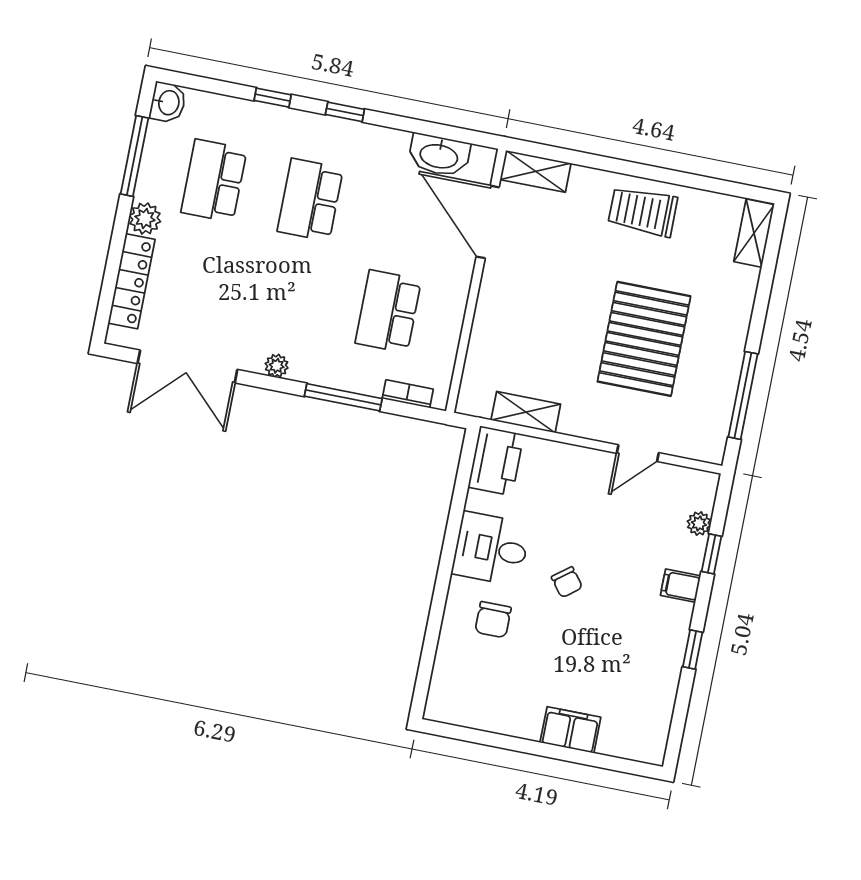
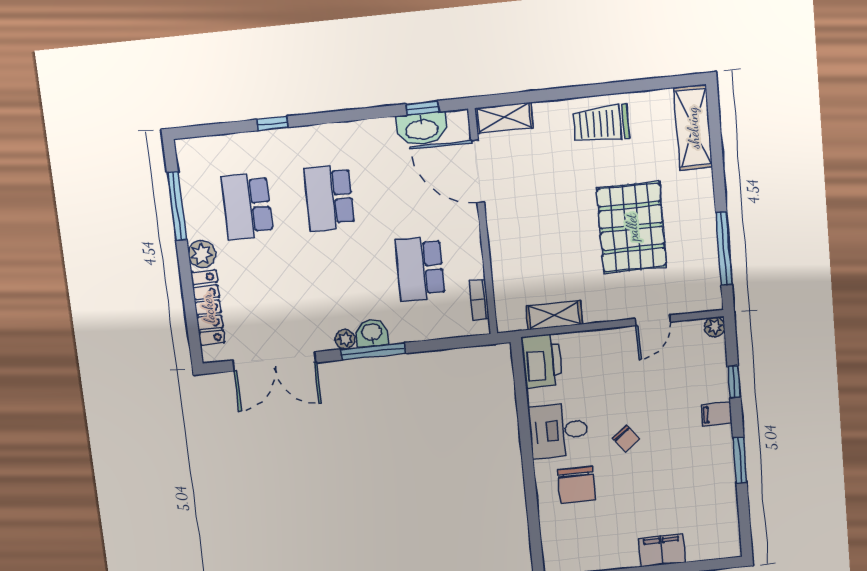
washbasin: (168, 103) -> (372, 333), moved, turned -90
window: (345, 112) -> (422, 108), moved
shelving: (754, 233) -> (693, 128), width x1.50, depth x1.33
bookcase: (408, 394) -> (479, 300), moved, turned -90
window: (343, 397) -> (373, 351), moved
plant: (699, 524) -> (715, 327), moved
chair: (493, 620) -> (577, 485), width x1.37, depth x1.37
window: (693, 650) -> (740, 460), width x1.50

